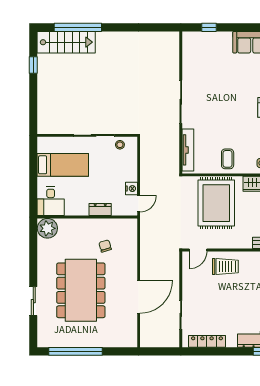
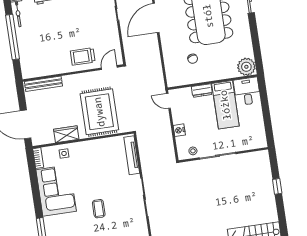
window: (33, 65) -> (277, 186), moved
coffee table: (228, 159) -> (99, 209), moved
bed: (63, 165) -> (225, 105), moved, turned -90
nightstand: (131, 189) -> (179, 130), moved
door: (139, 204) -> (168, 101), hinge flipped

